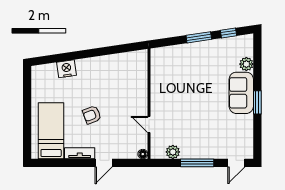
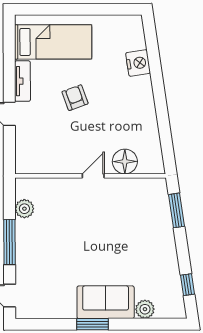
window: (199, 37) -> (176, 210), moved
door: (149, 125) -> (93, 176), moved
floor lamp: (143, 154) -> (125, 162), moved, width x1.89, depth x1.89

